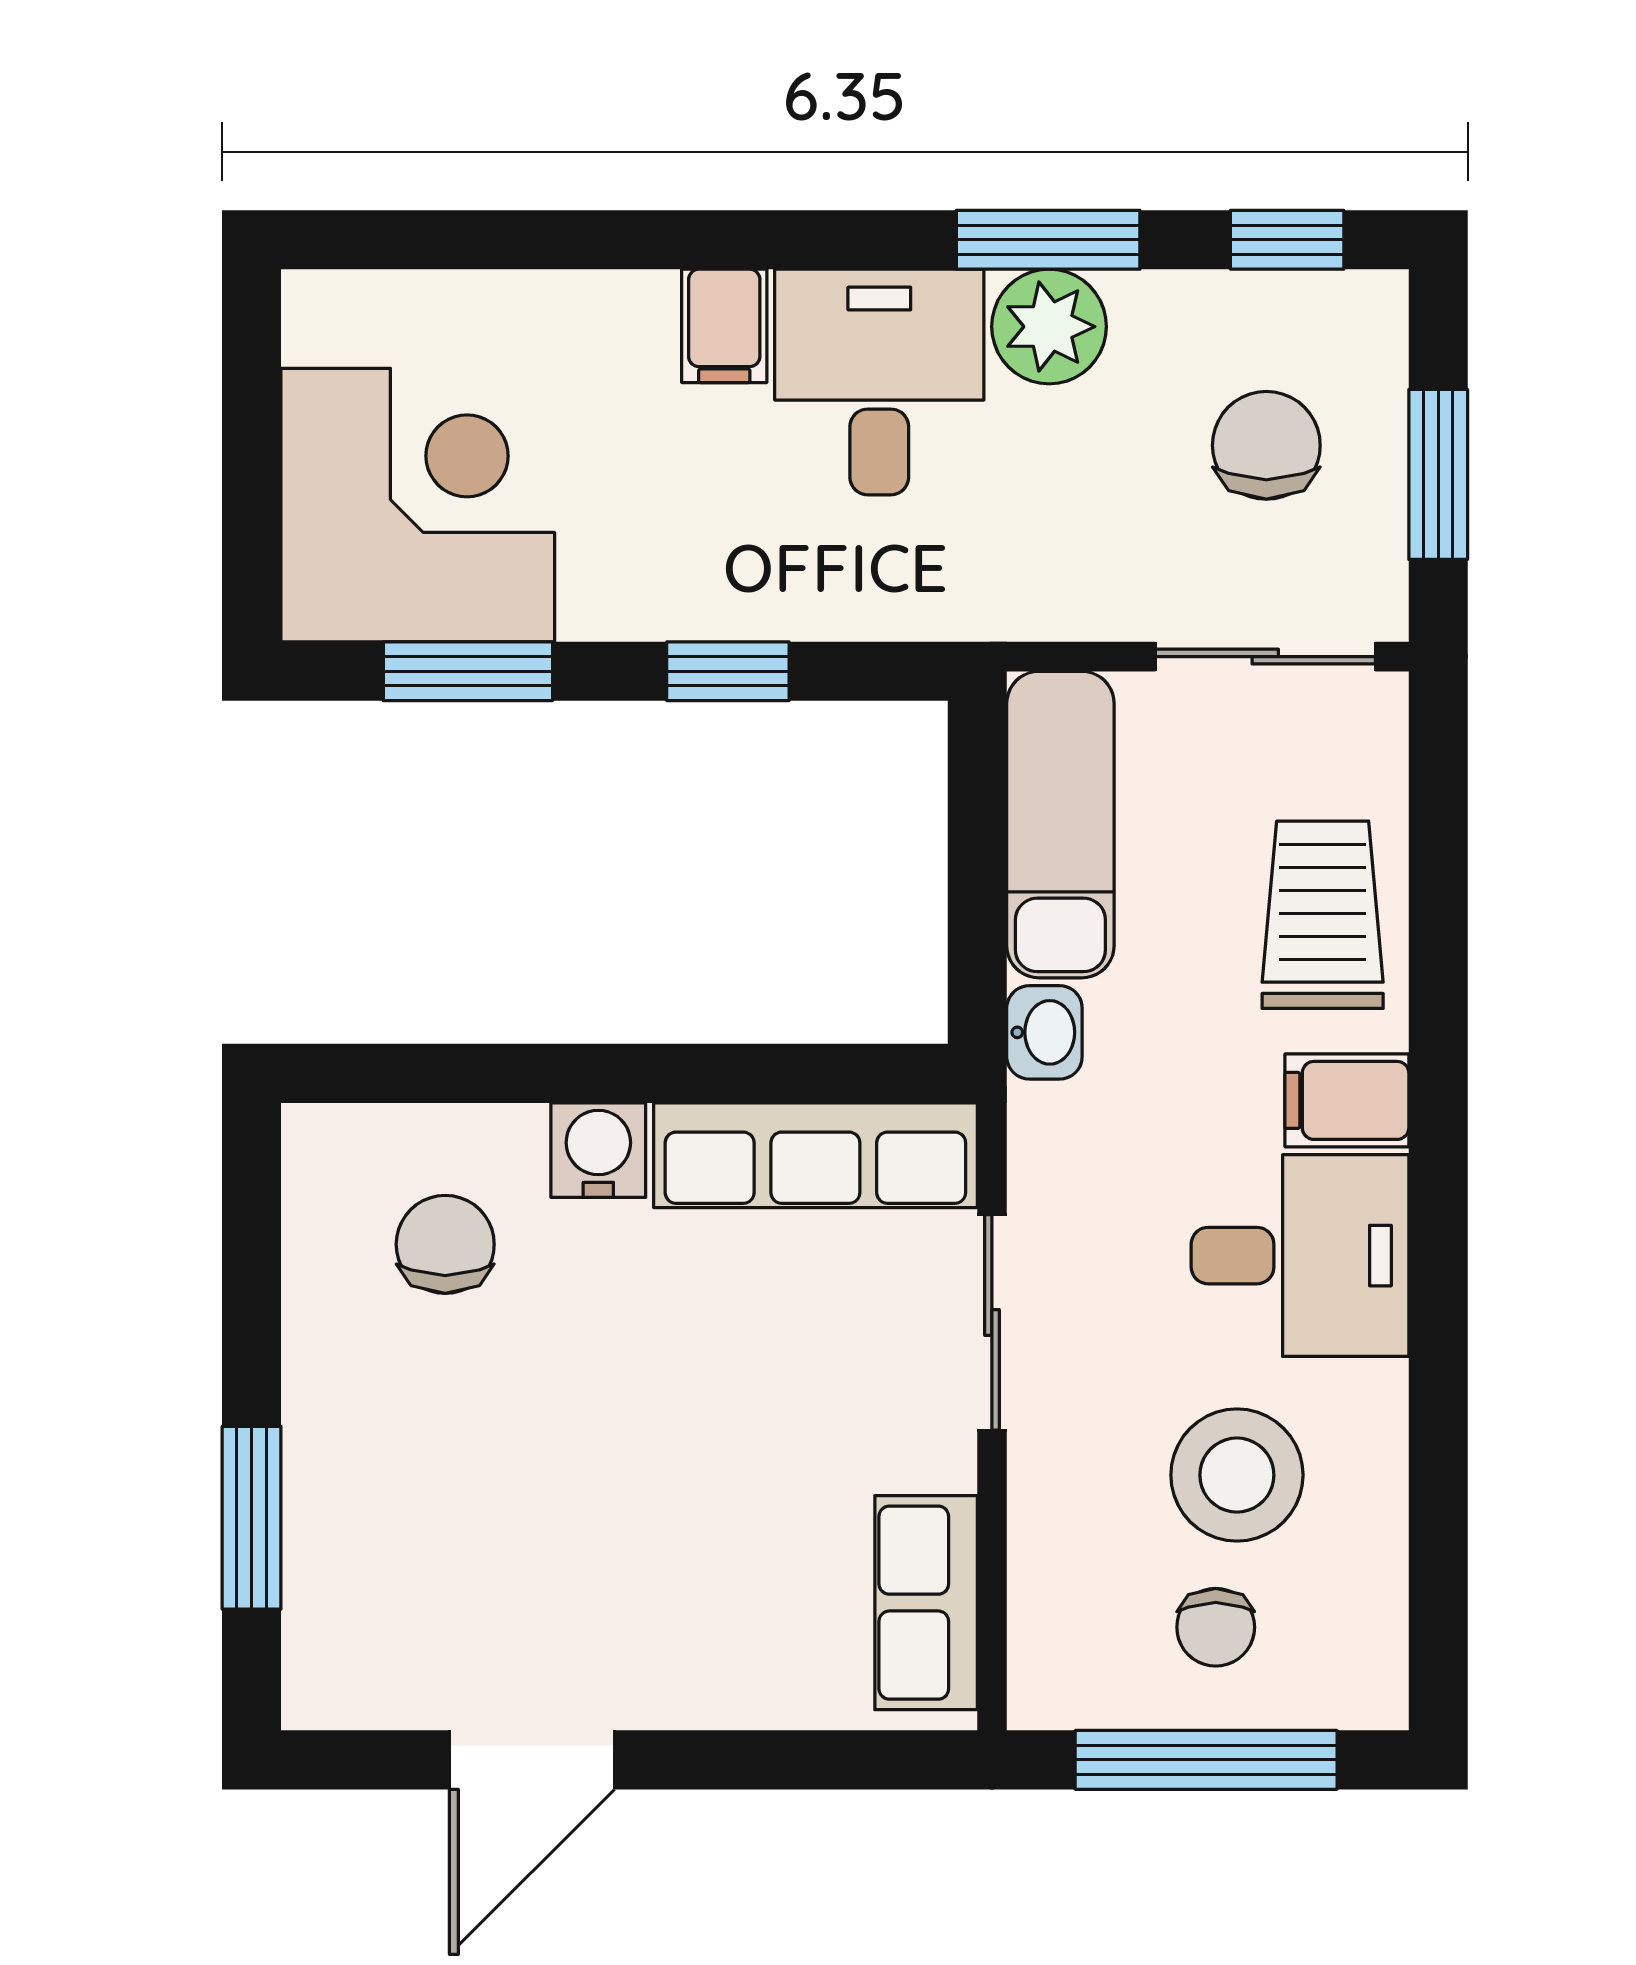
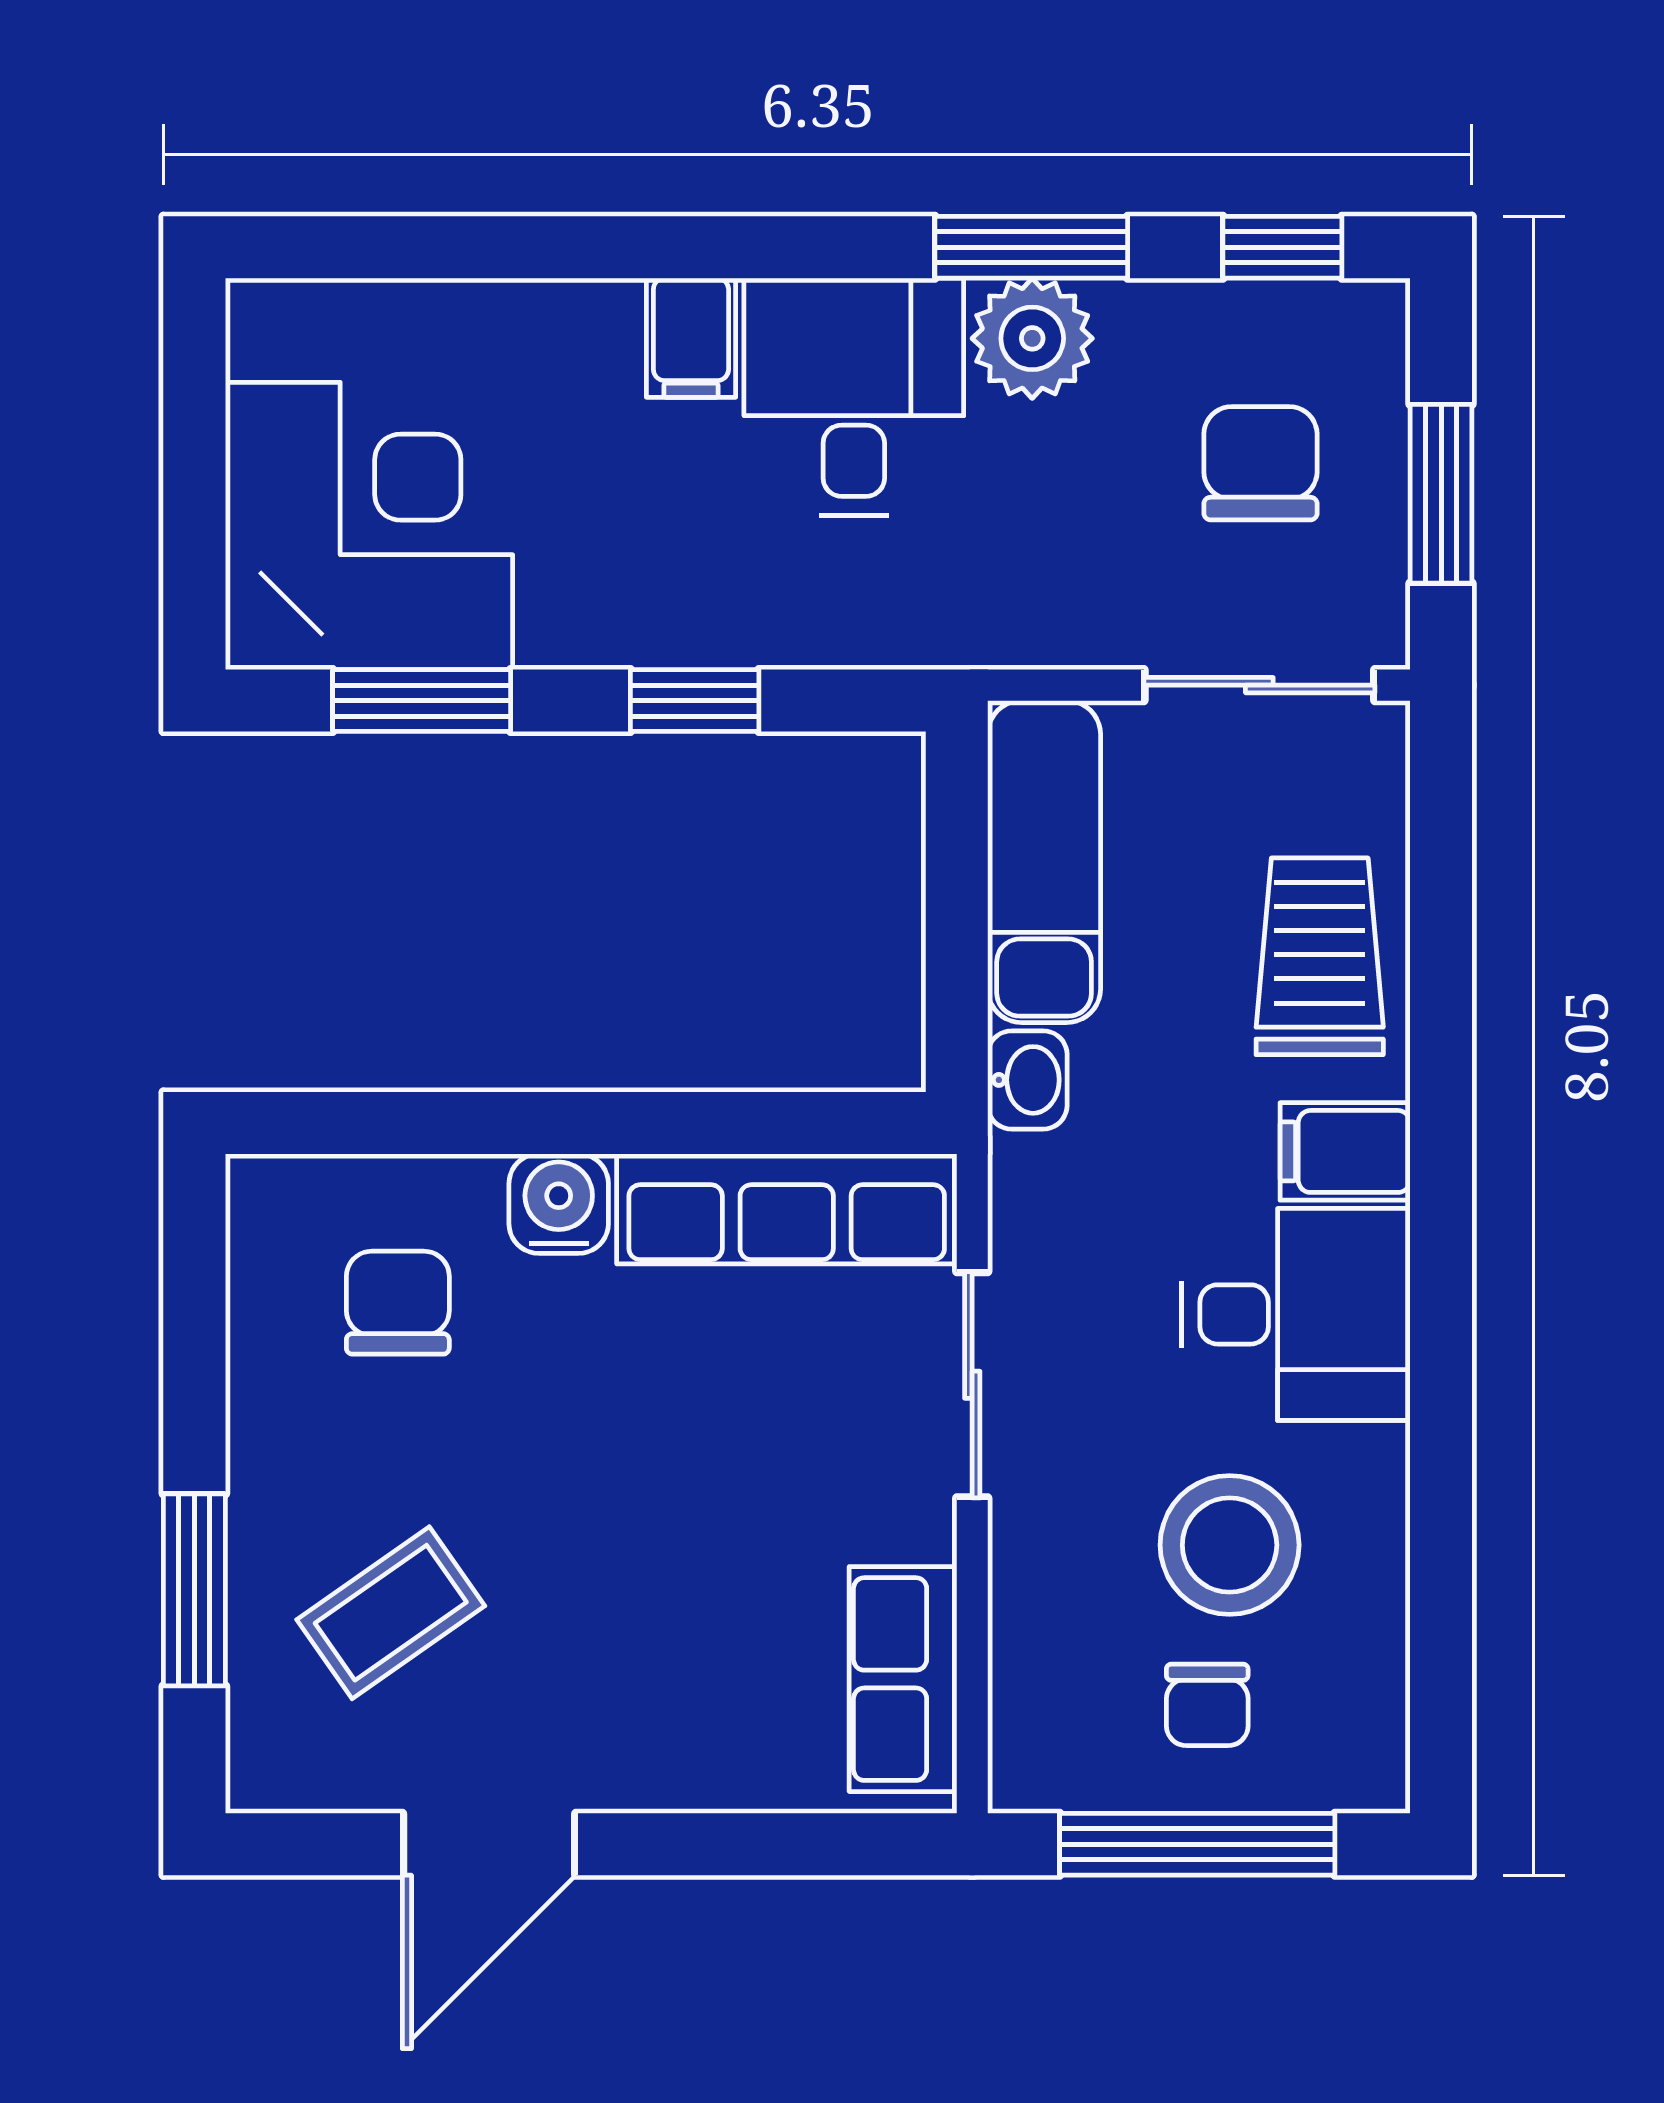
coffee table: (439, 1539) -> (391, 1613), added

